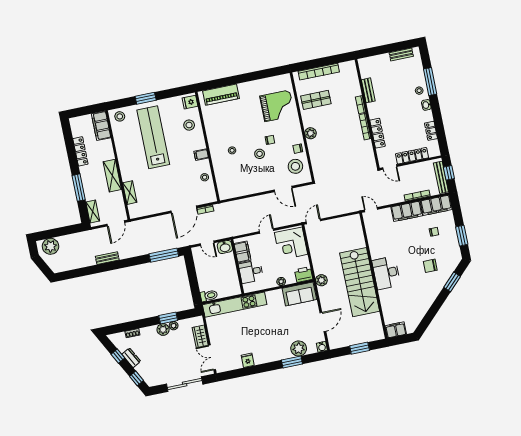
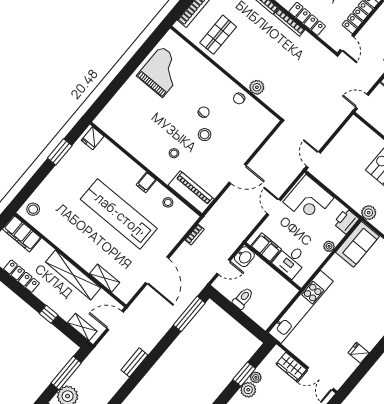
piano: (221, 95) -> (191, 192), moved, turned -90
window: (146, 98) -> (60, 152), moved
grand piano: (277, 106) -> (162, 72), moved
stool: (189, 125) -> (110, 162), removed
plant: (311, 133) -> (257, 87), moved
lab bench: (153, 137) -> (119, 214), moved
stool: (295, 166) -> (251, 118), removed
door: (390, 167) -> (347, 43), hinge flipped
shelving: (112, 176) -> (73, 275), width x1.47
window: (79, 188) -> (49, 314), width x0.46
door: (283, 189) -> (238, 174), moved
door: (184, 209) -> (157, 270), moved
door: (116, 223) -> (115, 320), swing flipped
window: (61, 232) -> (66, 373), added
toilet: (209, 296) -> (243, 298), moved

